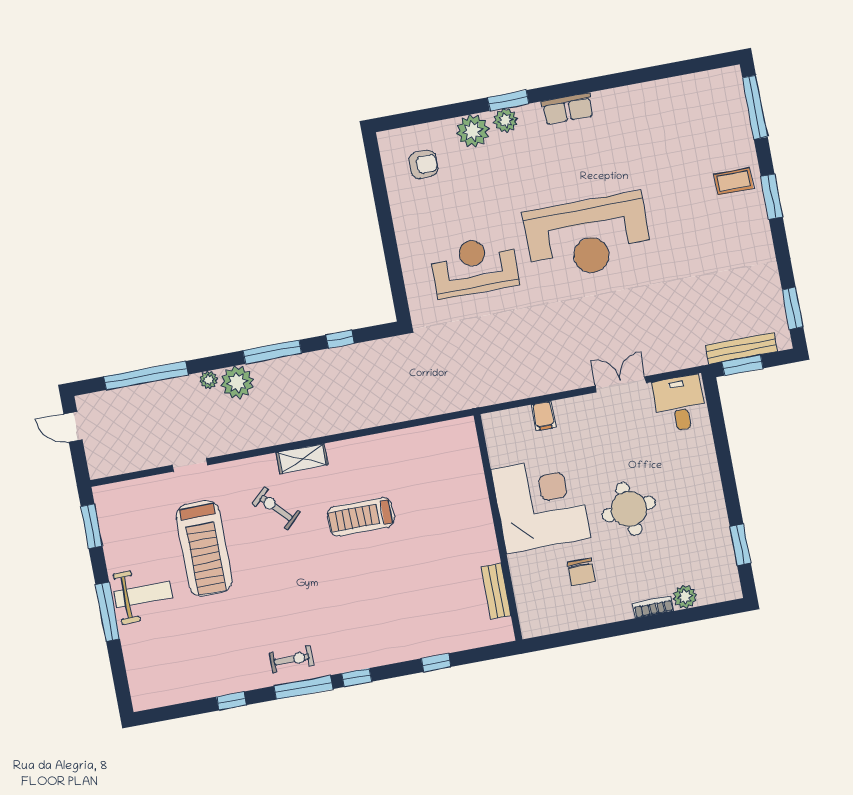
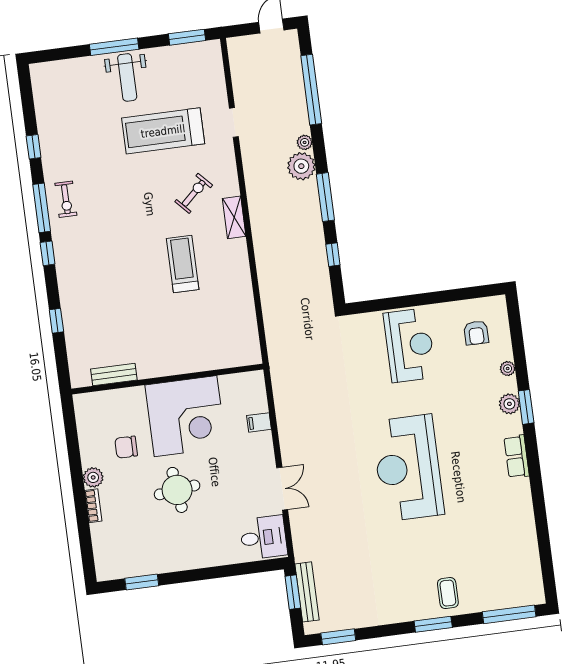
plant: (473, 131) -> (508, 369), width x0.53, depth x0.53
reception desk: (474, 267) -> (410, 345), moved
plant: (685, 597) -> (93, 477), moved

